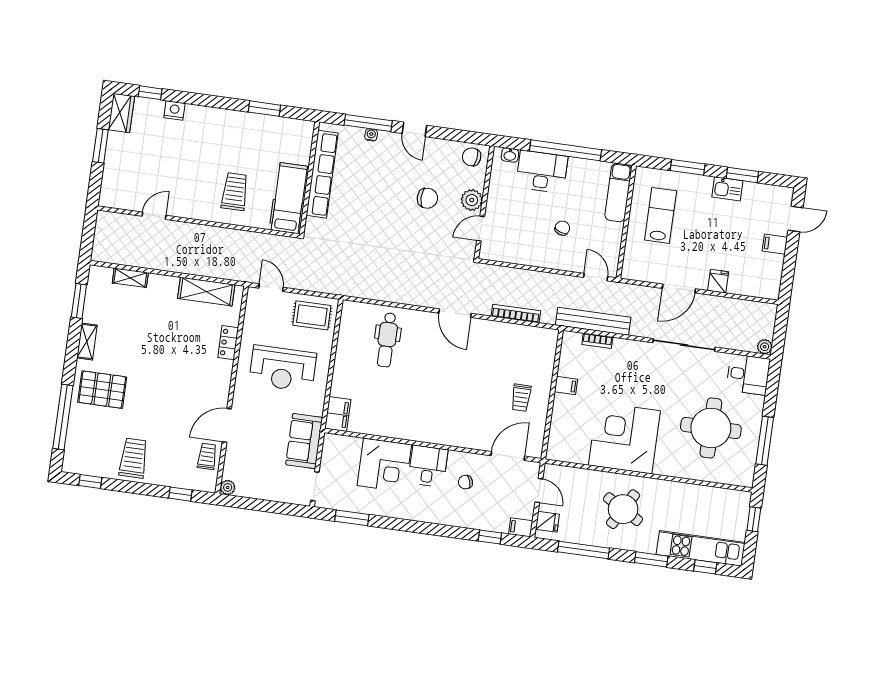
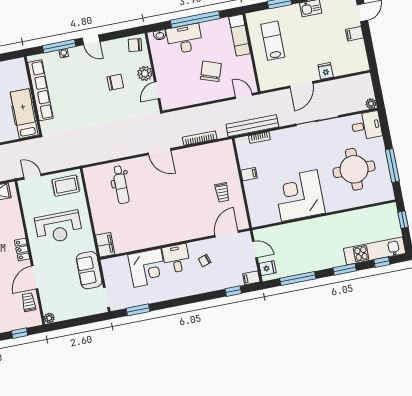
chair: (562, 228) -> (211, 71), width x1.87, depth x1.87
locker: (228, 343) -> (22, 250), moved
round table: (623, 509) -> (315, 243), removed

